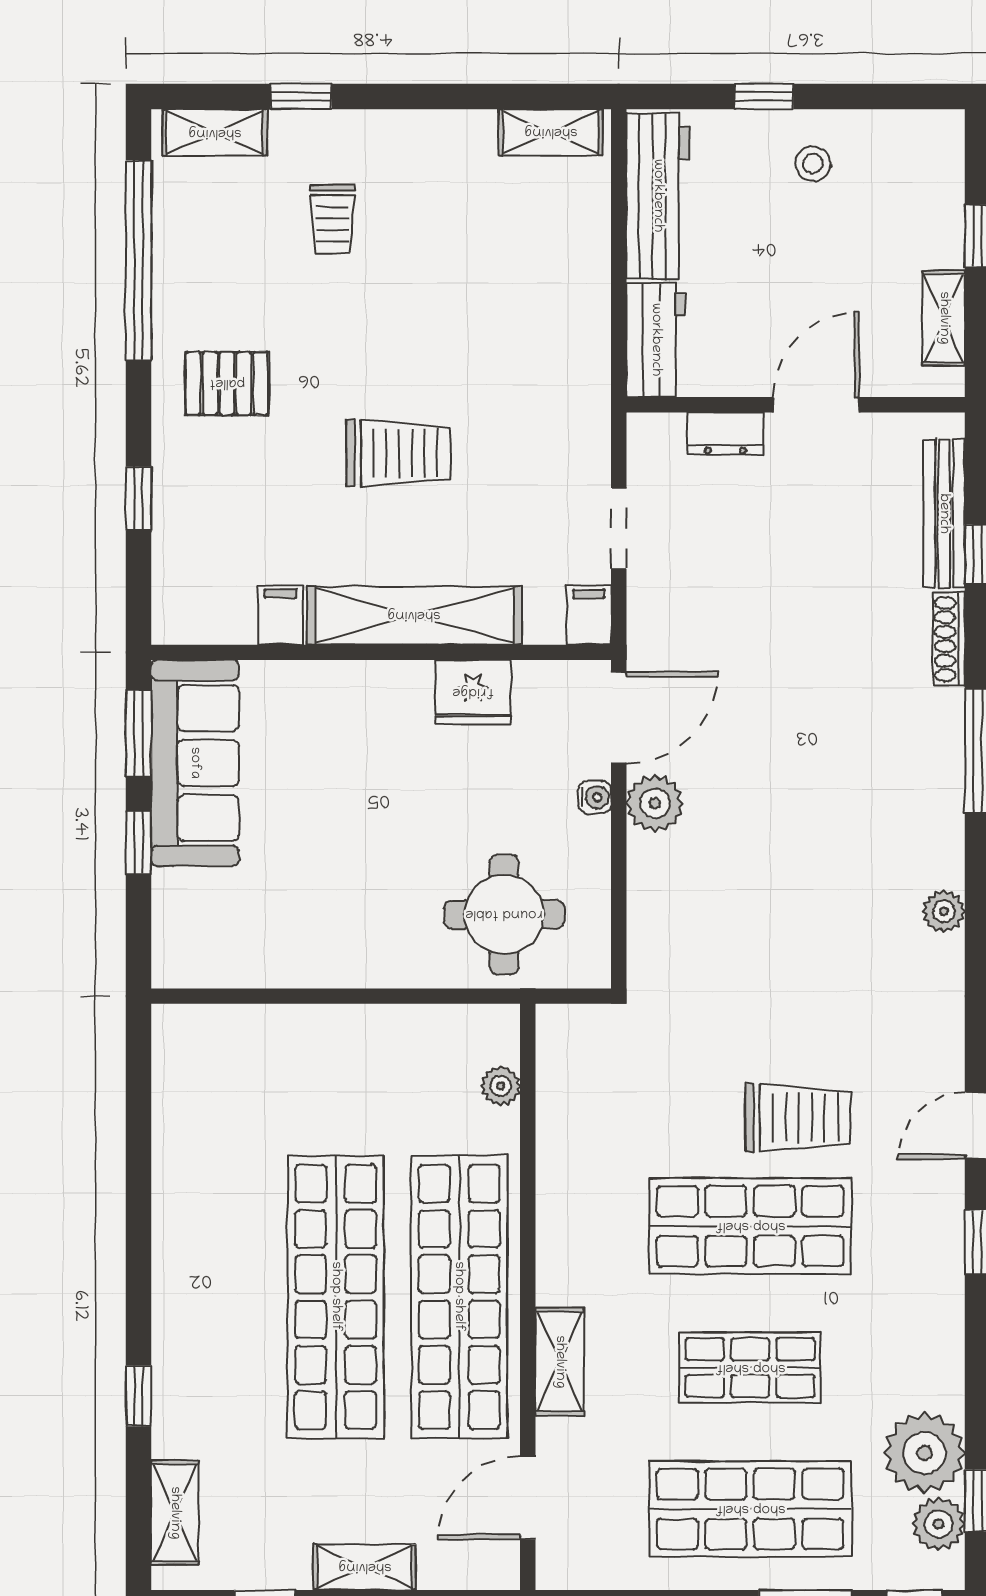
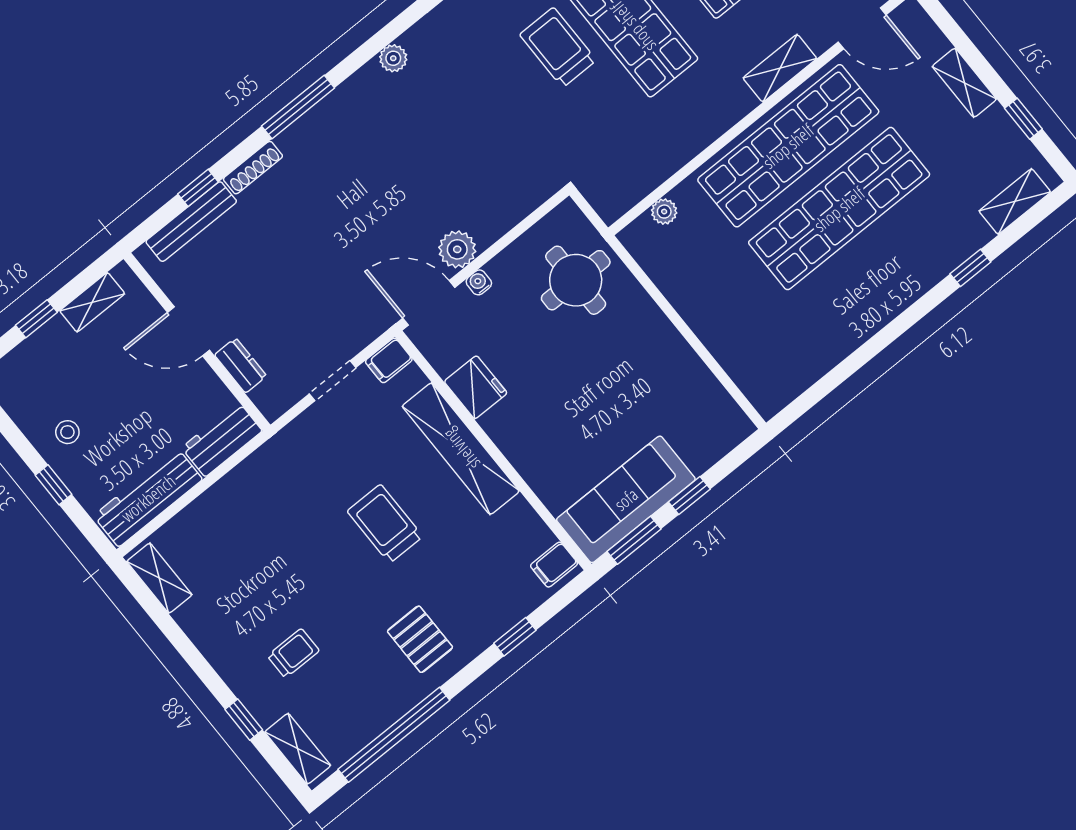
filing cabinet: (280, 615) -> (554, 565), moved

